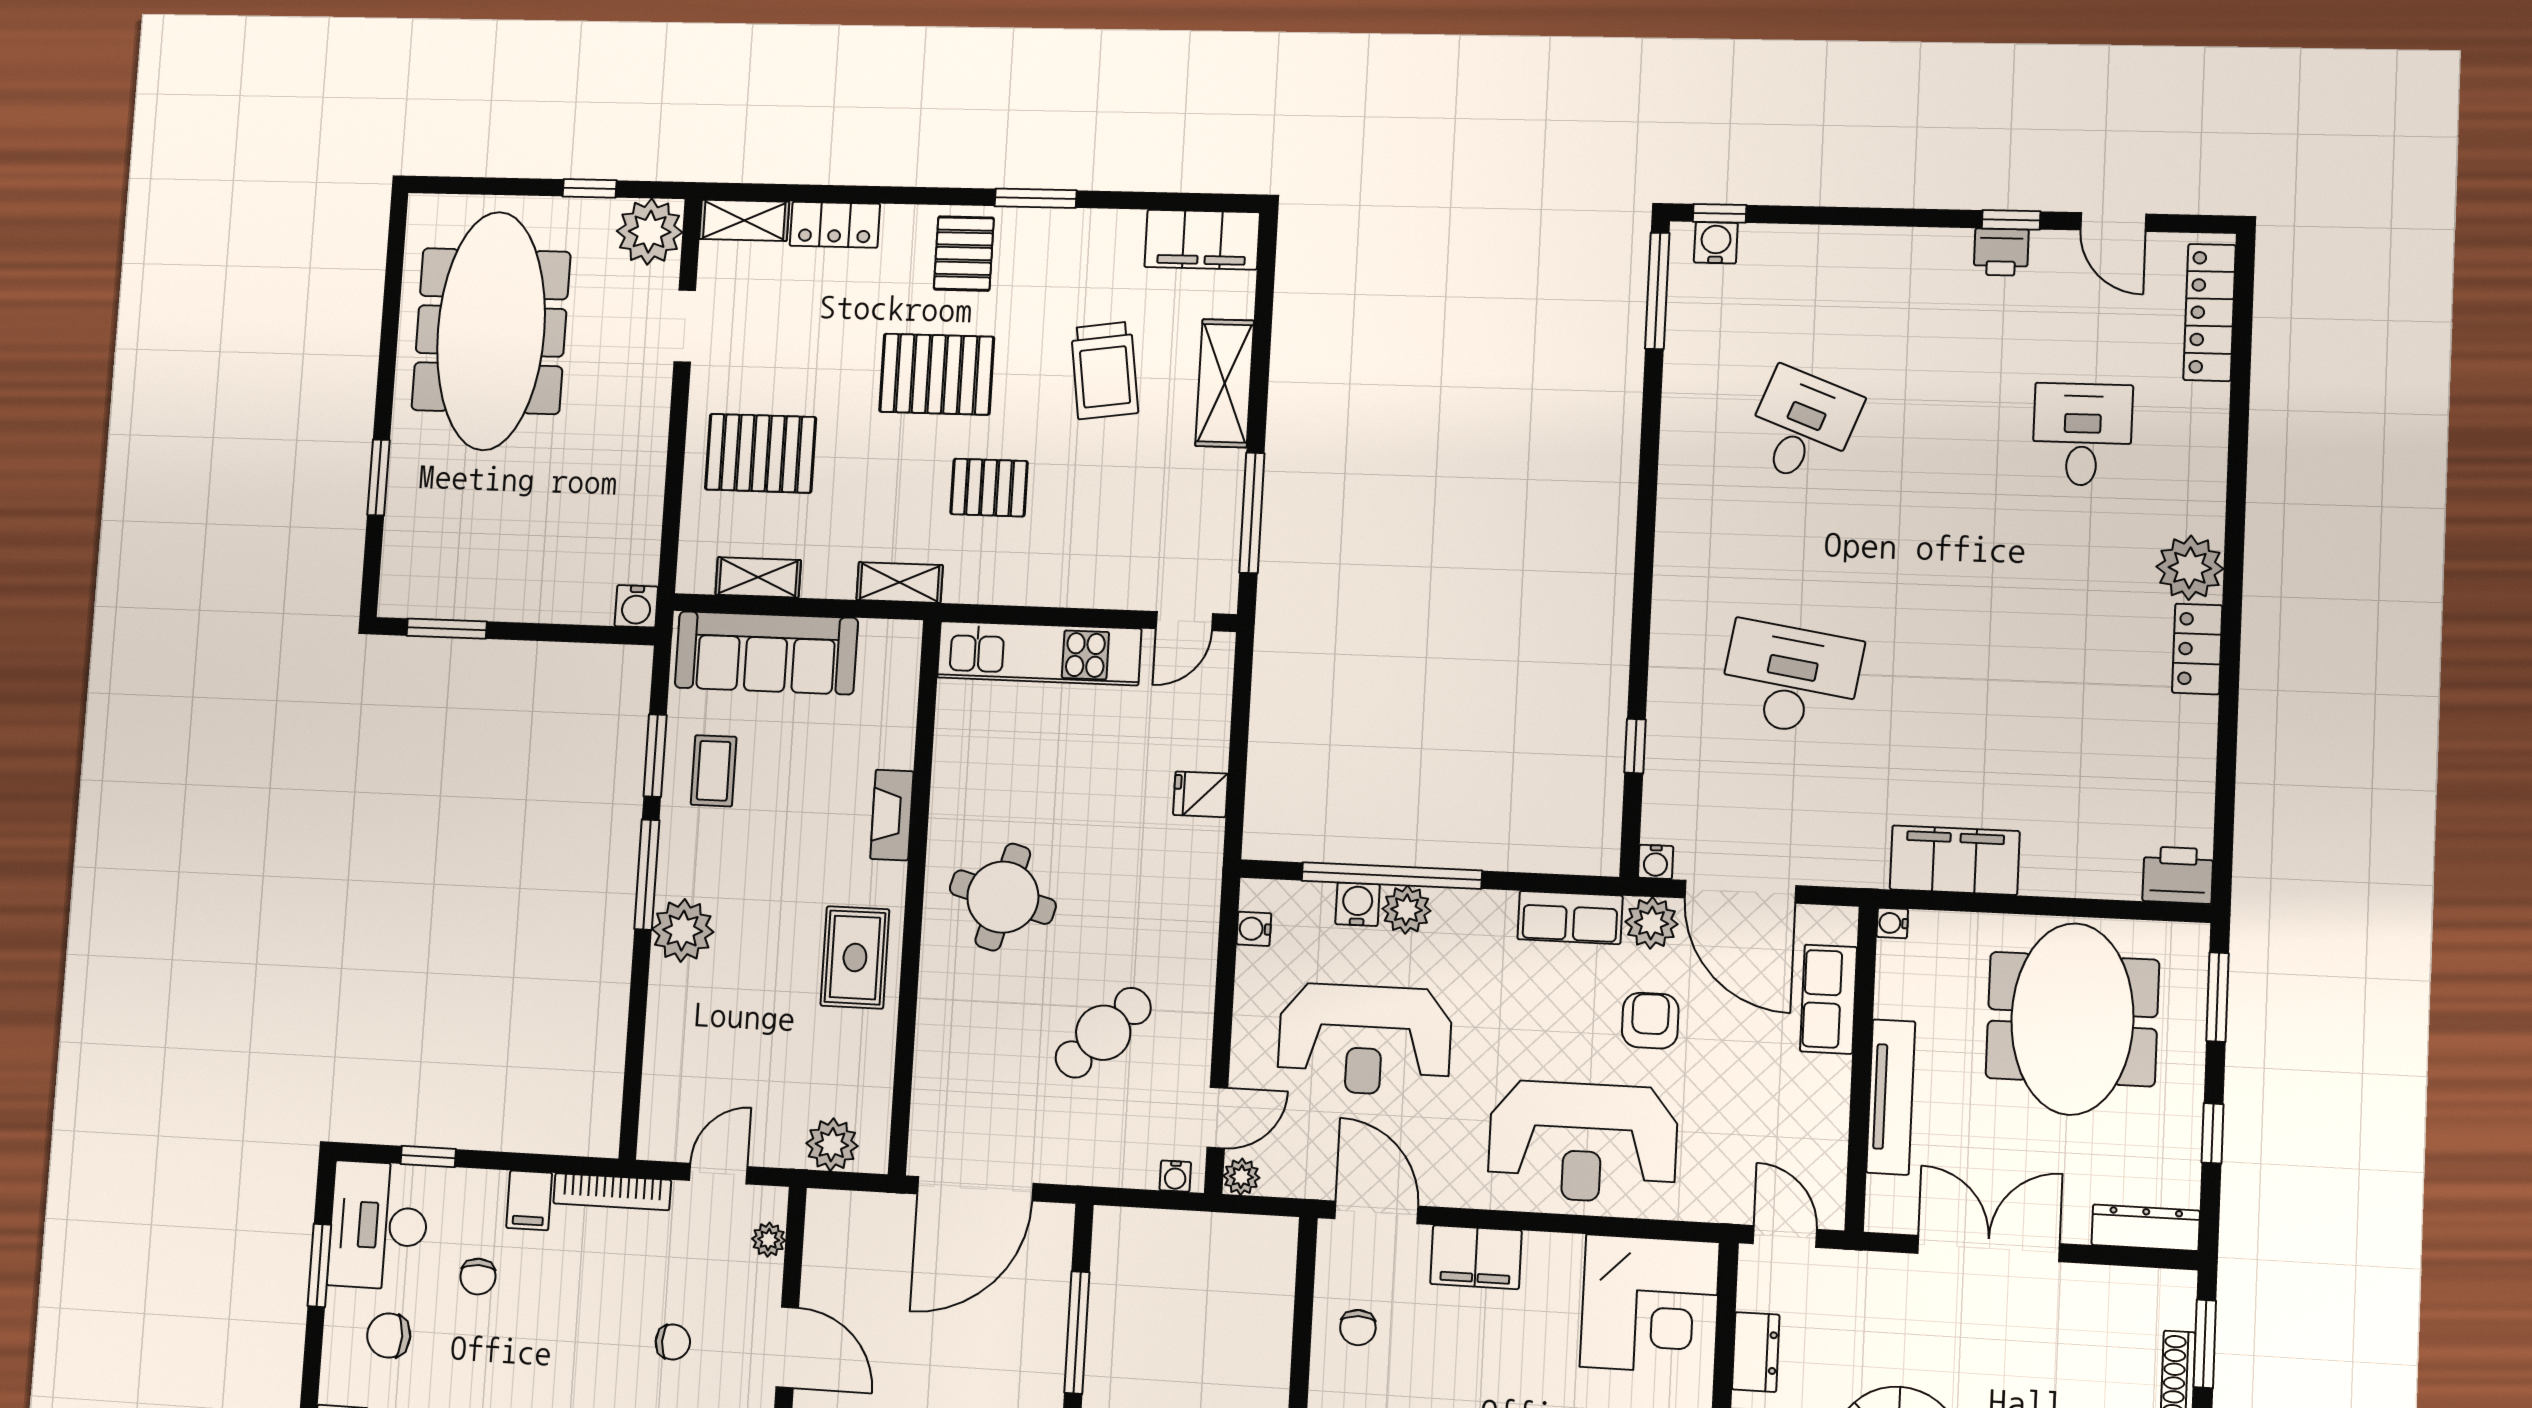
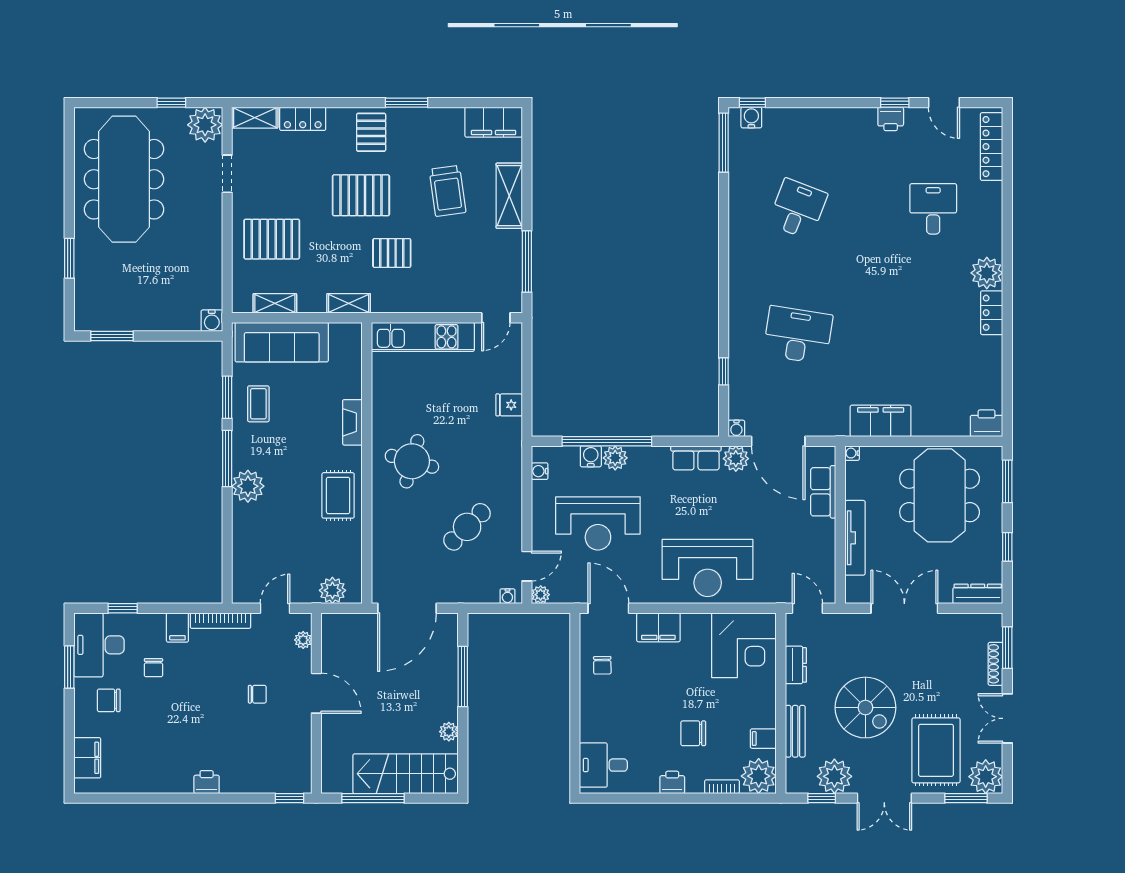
armchair: (1650, 1021) -> (738, 507), removed

